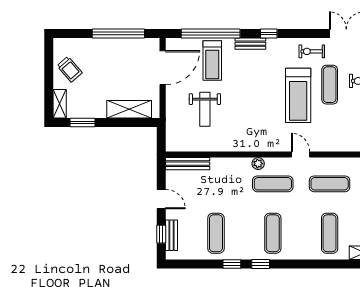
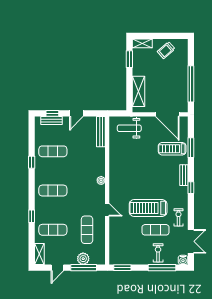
window: (211, 33) -> (191, 148), width x0.47
weight bench: (205, 109) -> (129, 128), moved
door: (301, 155) -> (107, 210), hinge flipped
exercise mat: (273, 184) -> (87, 191), removed
window: (261, 264) -> (32, 216), moved

